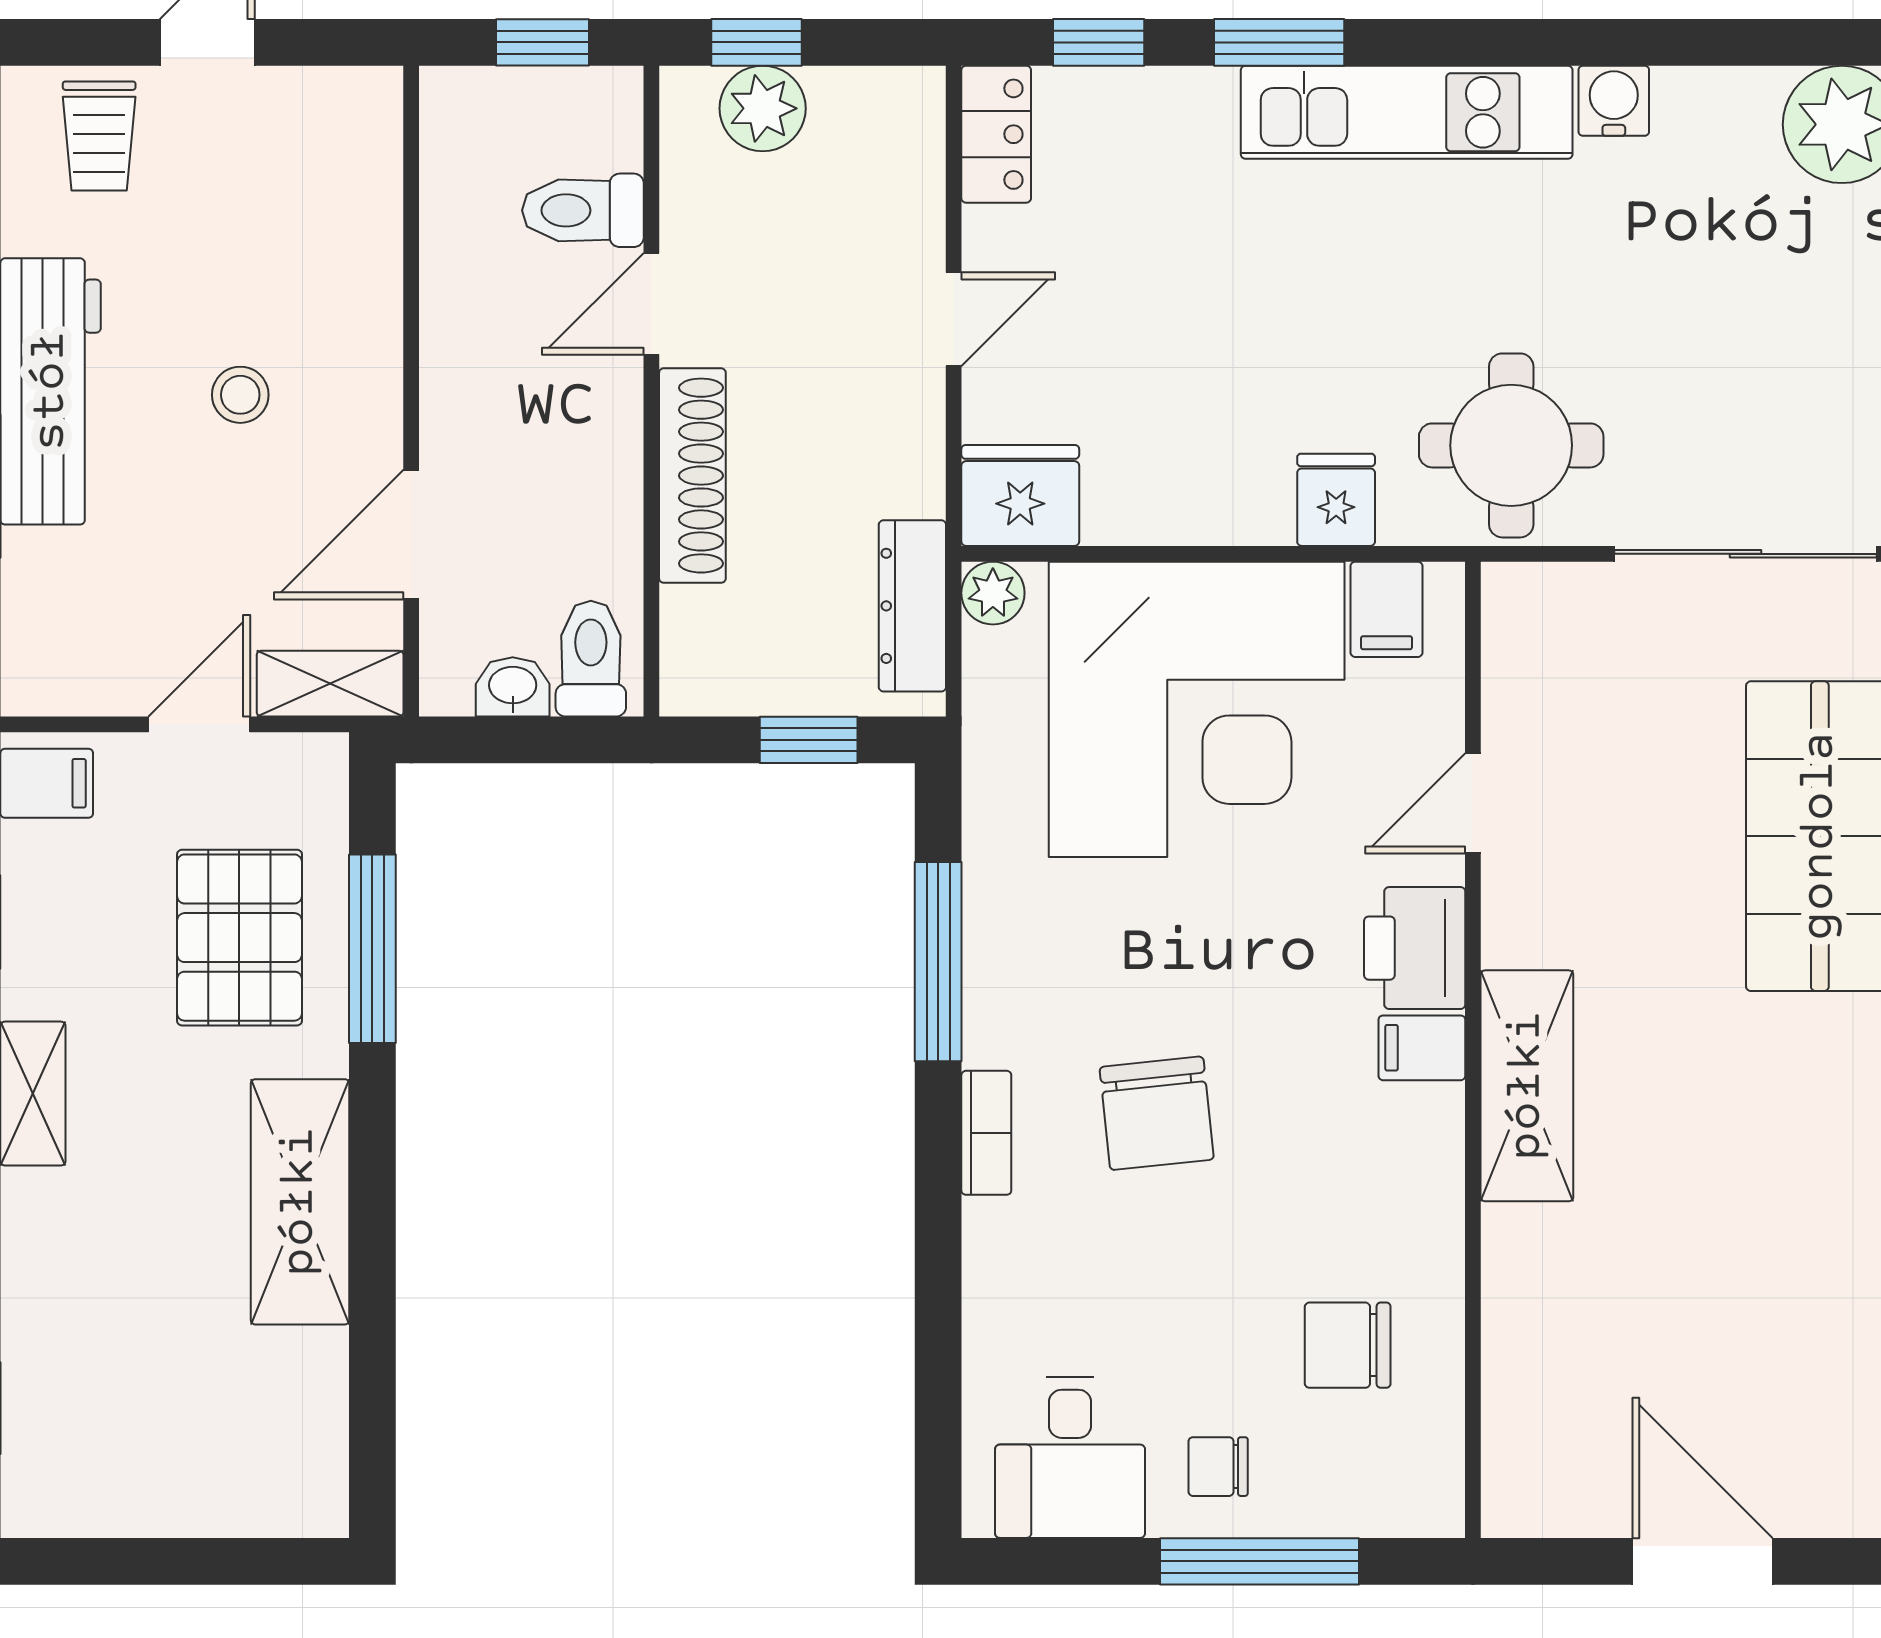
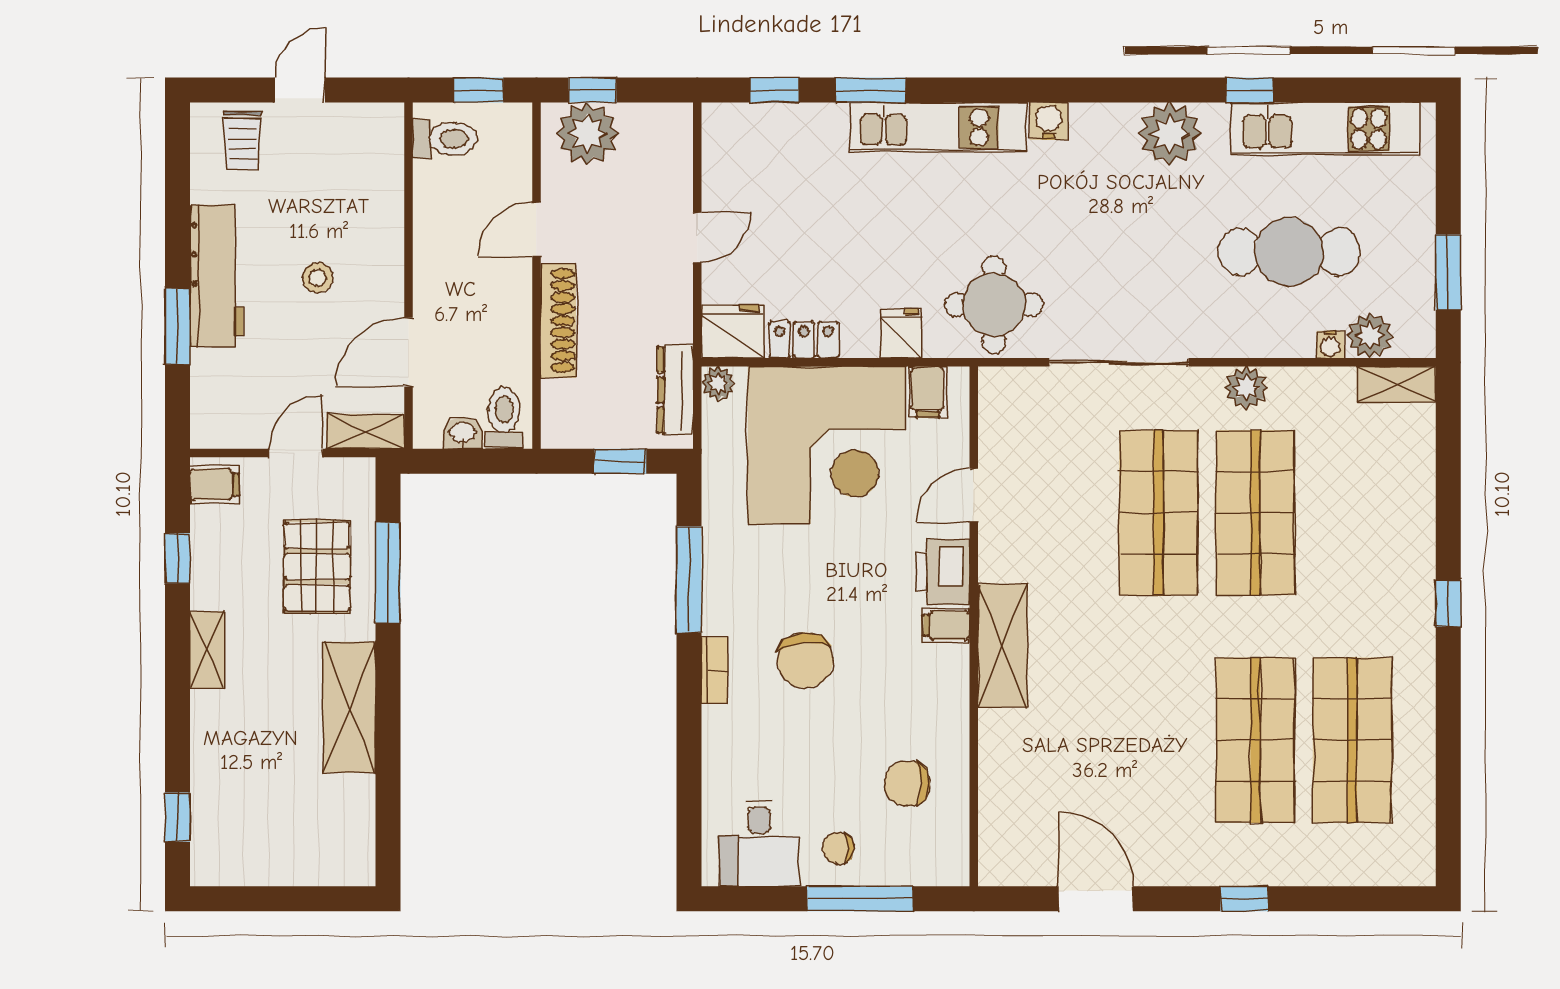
plant: (763, 108) -> (587, 134), width x1.36, depth x1.36
locker: (996, 134) -> (804, 340), moved, turned -90
toilet: (583, 210) -> (445, 139), moved, turned 180

